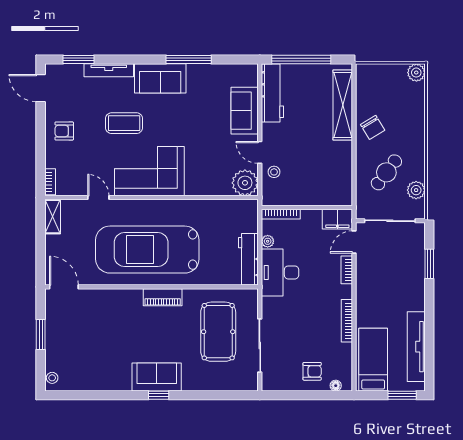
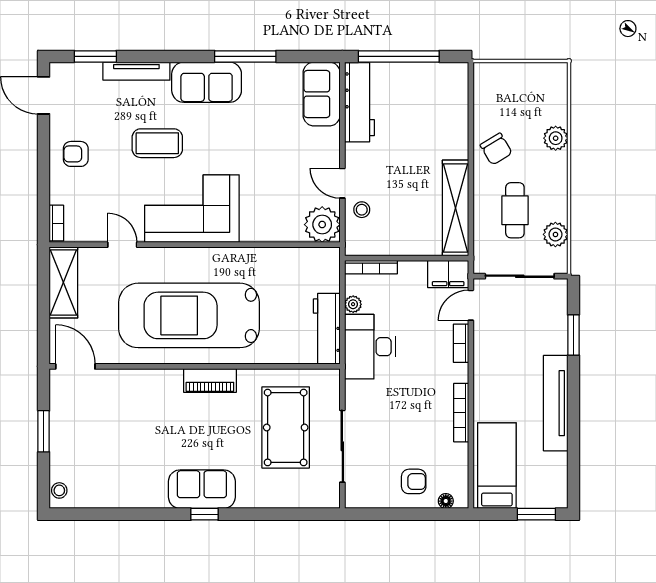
plant: (416, 73) -> (556, 138), moved
shelving: (343, 105) -> (456, 208), moved
sofa: (245, 111) -> (322, 94), moved
cafe table: (386, 172) -> (515, 210), turned -37
shelving: (53, 217) -> (63, 282), width x1.50, depth x1.33
tv unit: (416, 347) -> (556, 403), moved

